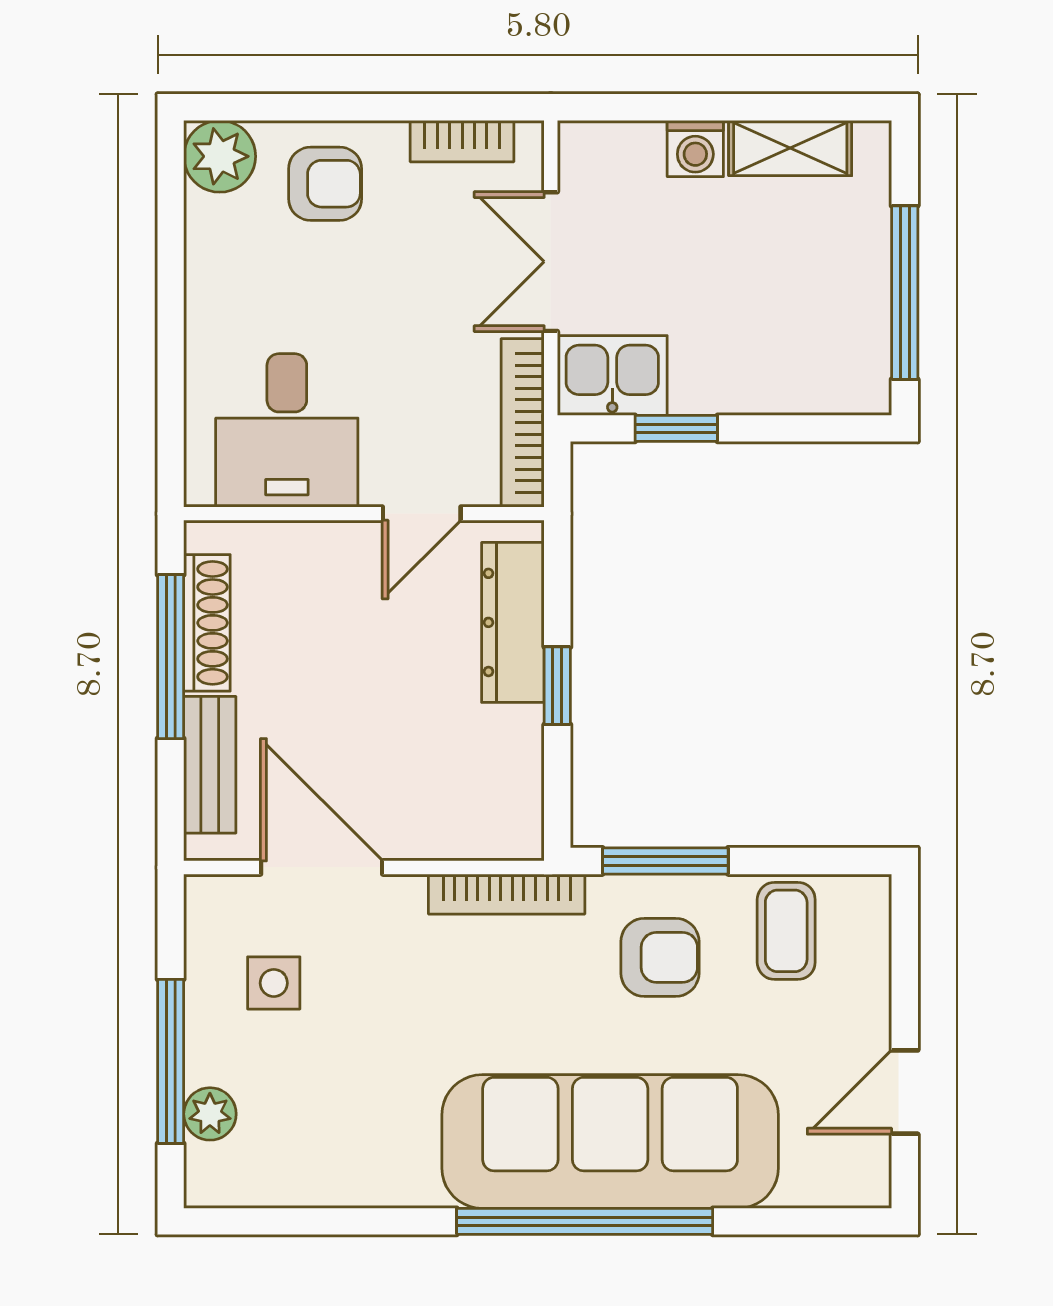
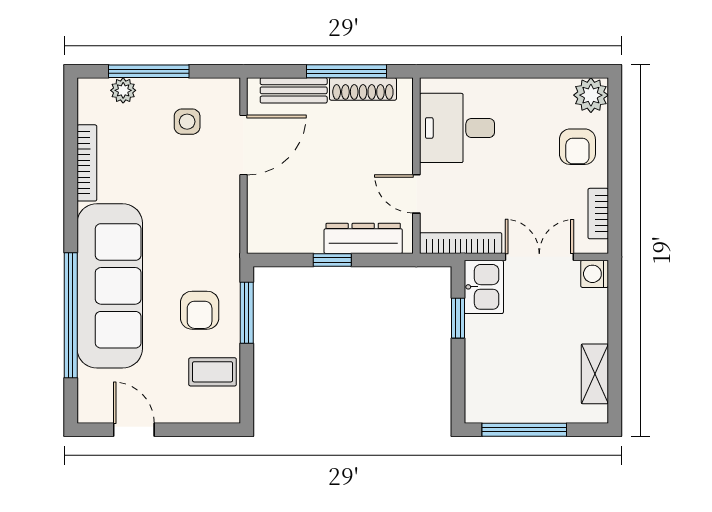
washing machine: (695, 149) -> (595, 274), moved
bookcase: (507, 894) -> (87, 163), moved, turned 180
window: (585, 1221) -> (71, 315), moved

